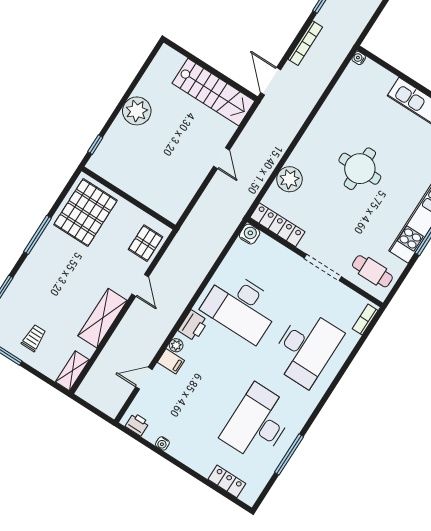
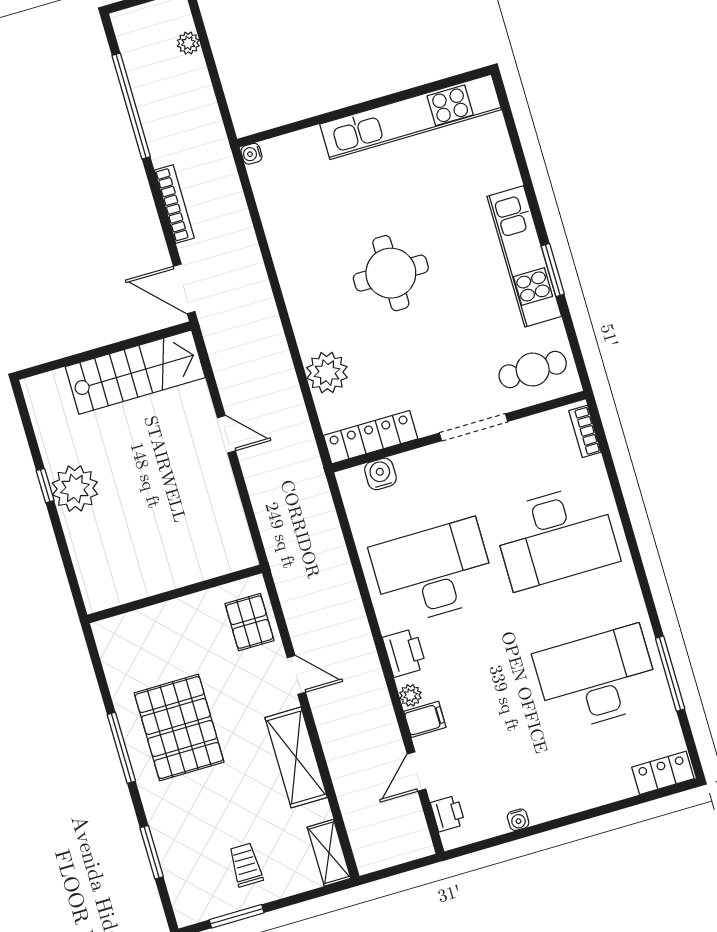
window: (95, 145) -> (45, 486), moved
pallet: (85, 213) -> (179, 728), moved
water cooler: (250, 234) -> (380, 474), moved
desk: (241, 307) -> (433, 572), turned 180
desk: (306, 348) -> (556, 537), turned 90
desk: (258, 423) -> (597, 679), turned 90
printer: (137, 424) -> (448, 814), moved, turned 90
locker: (227, 481) -> (663, 773), moved

